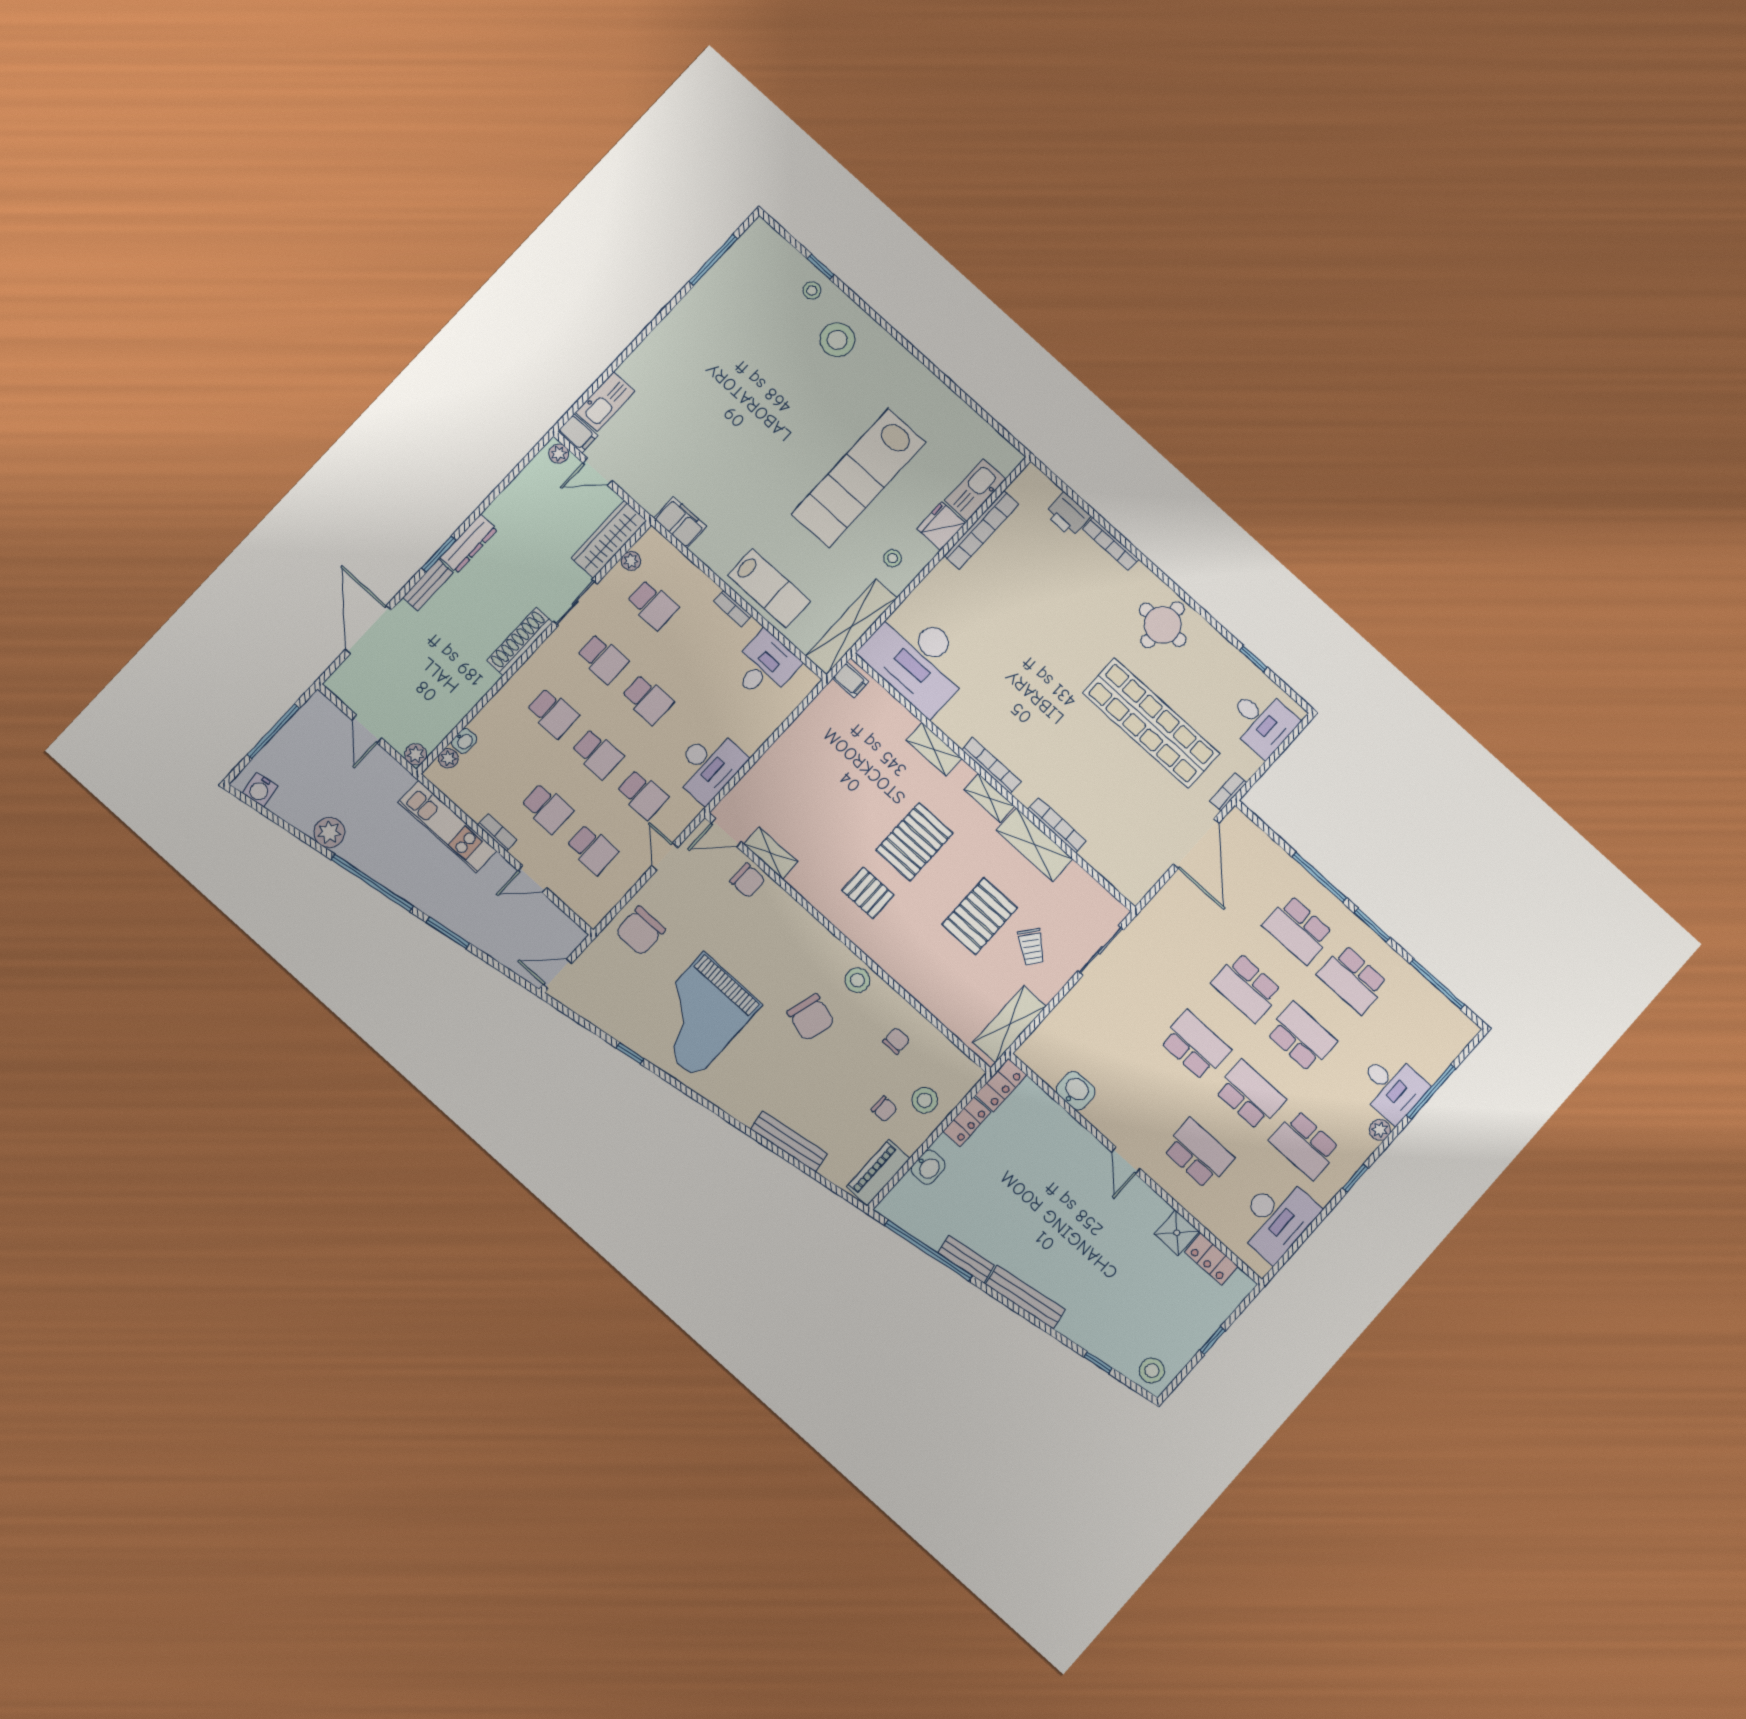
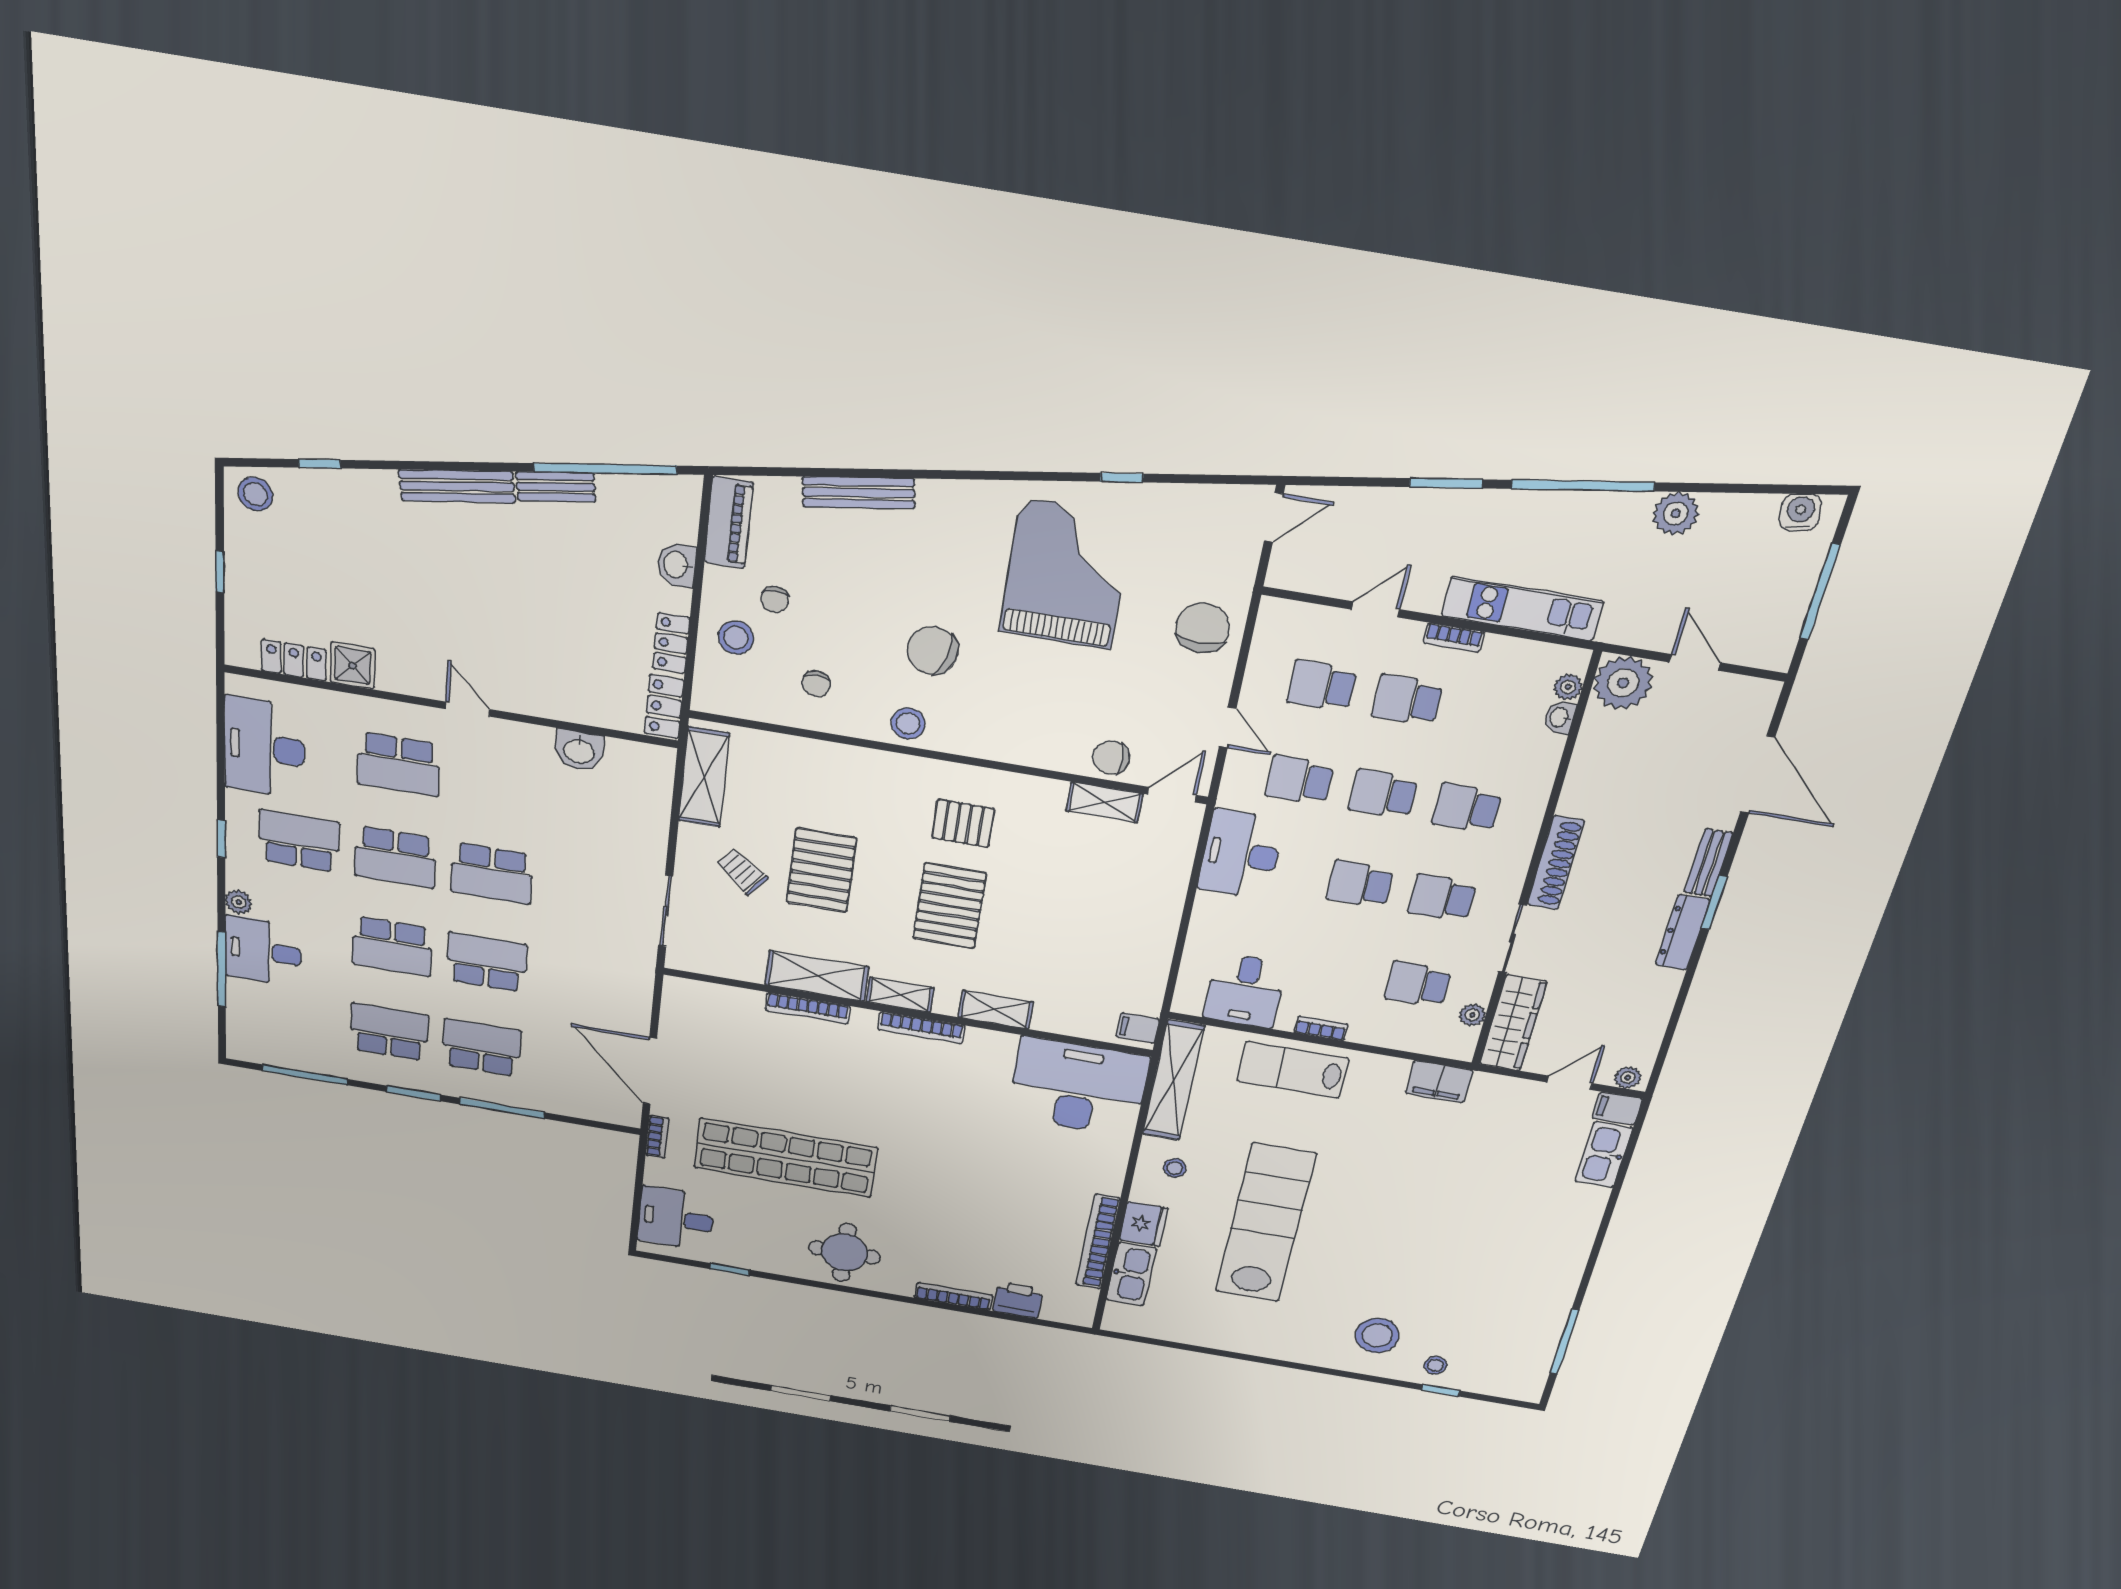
plant: (416, 754) -> (1623, 683), width x1.88, depth x1.88
chair: (884, 1109) -> (775, 599), turned -90

